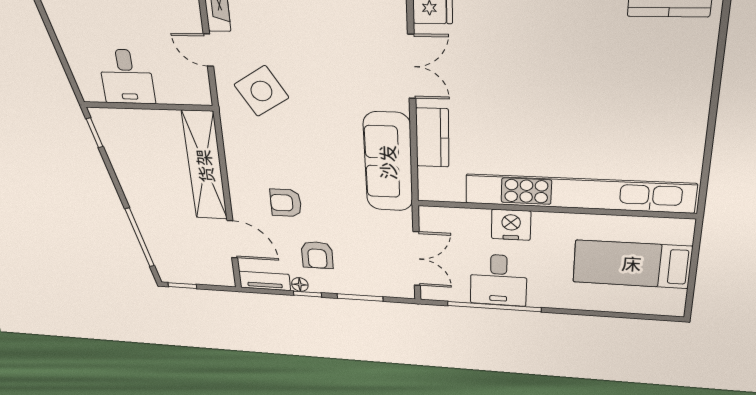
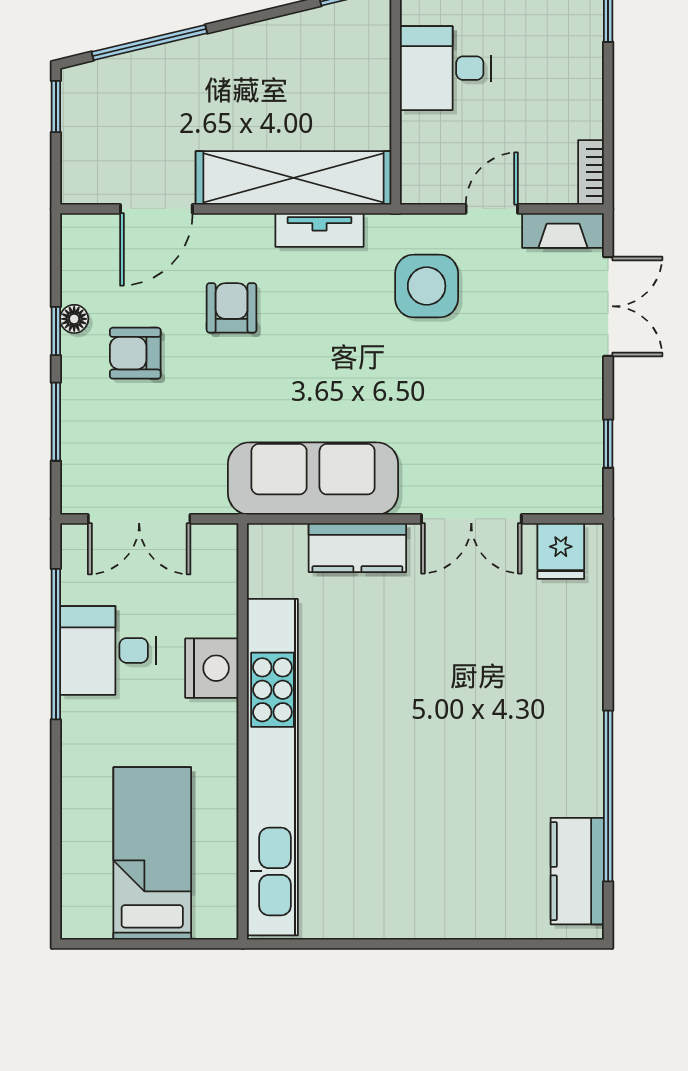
side table: (261, 91) -> (427, 286), turned 32
tv unit: (265, 281) -> (319, 230), moved, turned 90

